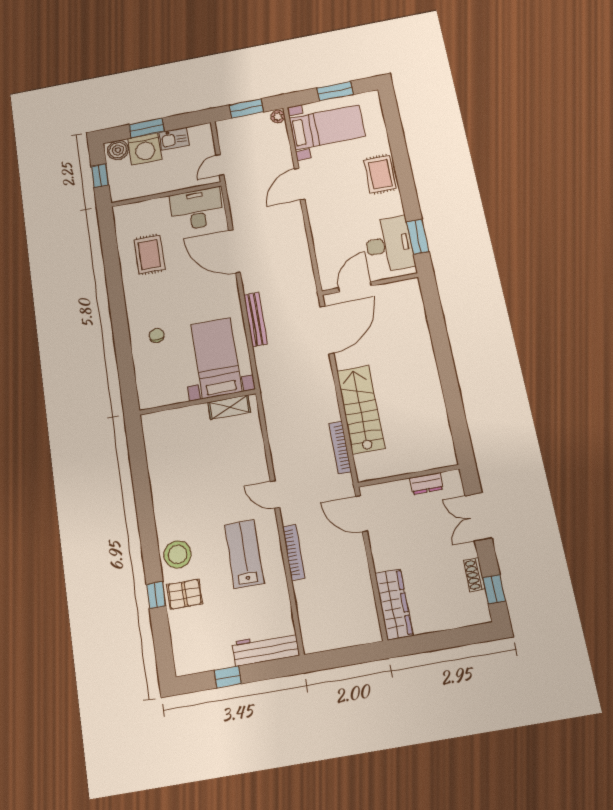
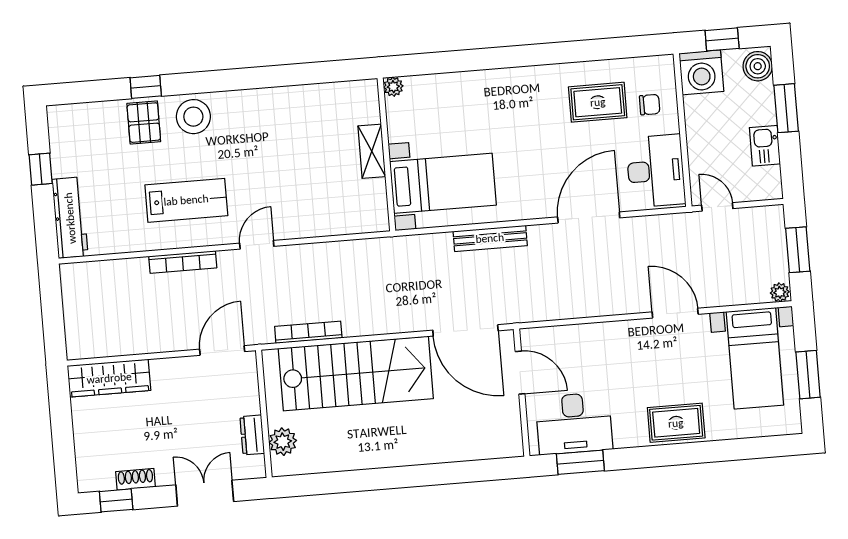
washing machine: (145, 149) -> (701, 72), moved, turned -90
chair: (157, 335) -> (650, 105), moved
plant: (146, 402) -> (393, 87), added
shelving: (229, 407) -> (372, 151), moved
stairs: (360, 409) -> (356, 373), width x1.36, depth x1.51
plant: (429, 459) -> (283, 442), added

